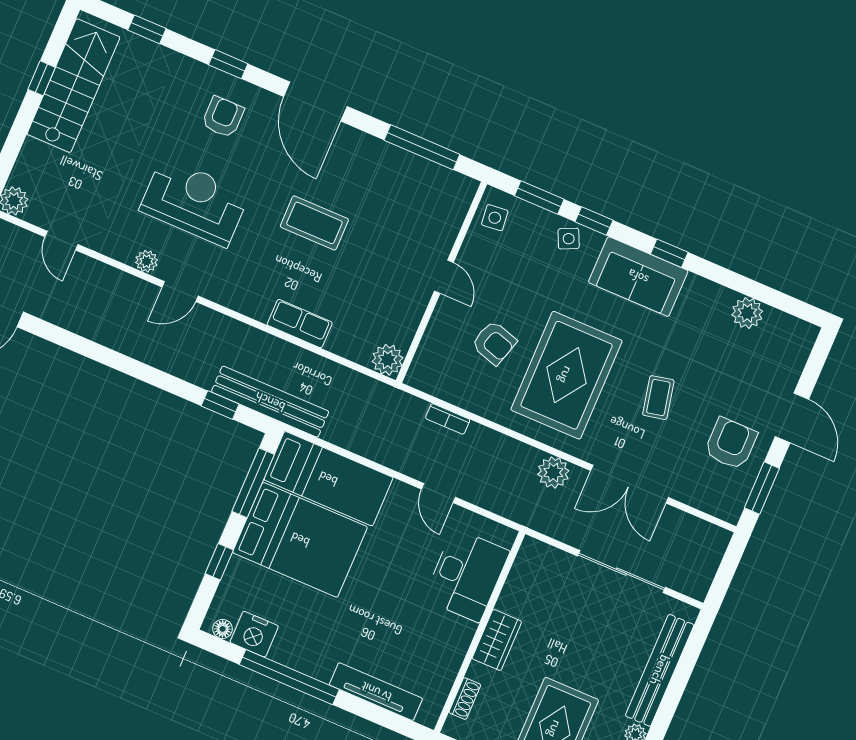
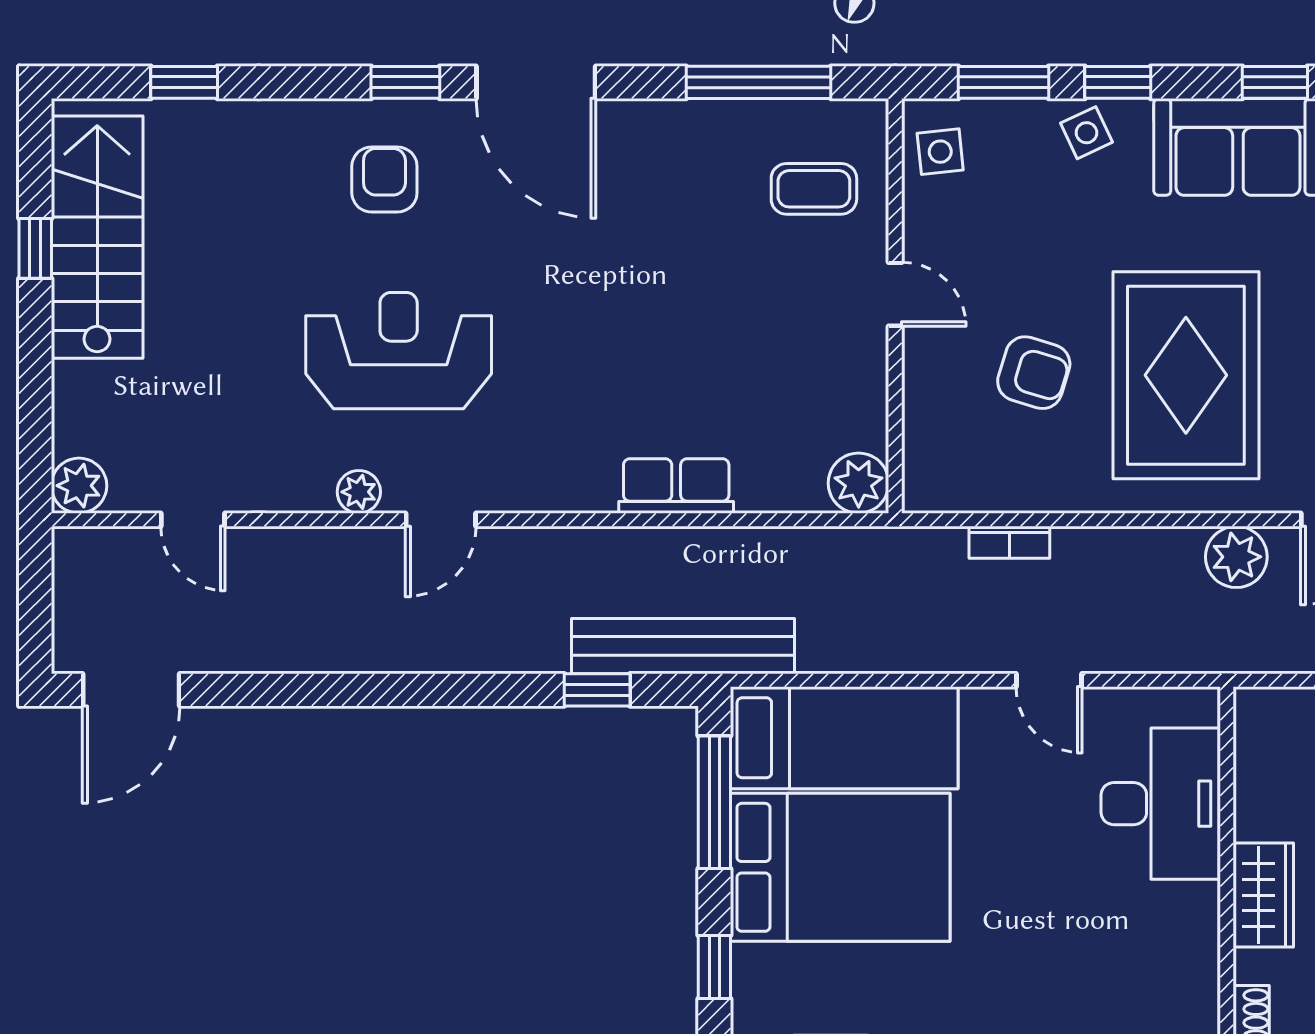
window: (228, 64) -> (405, 82), moved
coffee table: (314, 223) -> (814, 189), moved, width x0.73, depth x0.77

